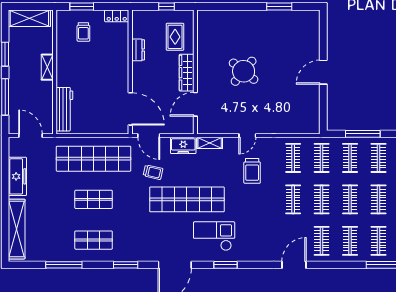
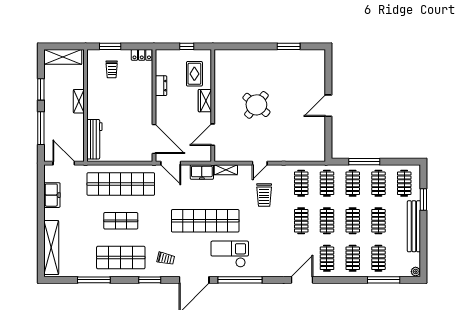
wardrobe: (187, 73) -> (205, 101), width x0.67
trolley: (153, 172) -> (166, 259), moved
freezer: (17, 176) -> (52, 195), width x0.71
shop shelf: (94, 240) -> (121, 258), width x1.43, depth x1.36
window: (226, 265) -> (240, 280), width x2.11

